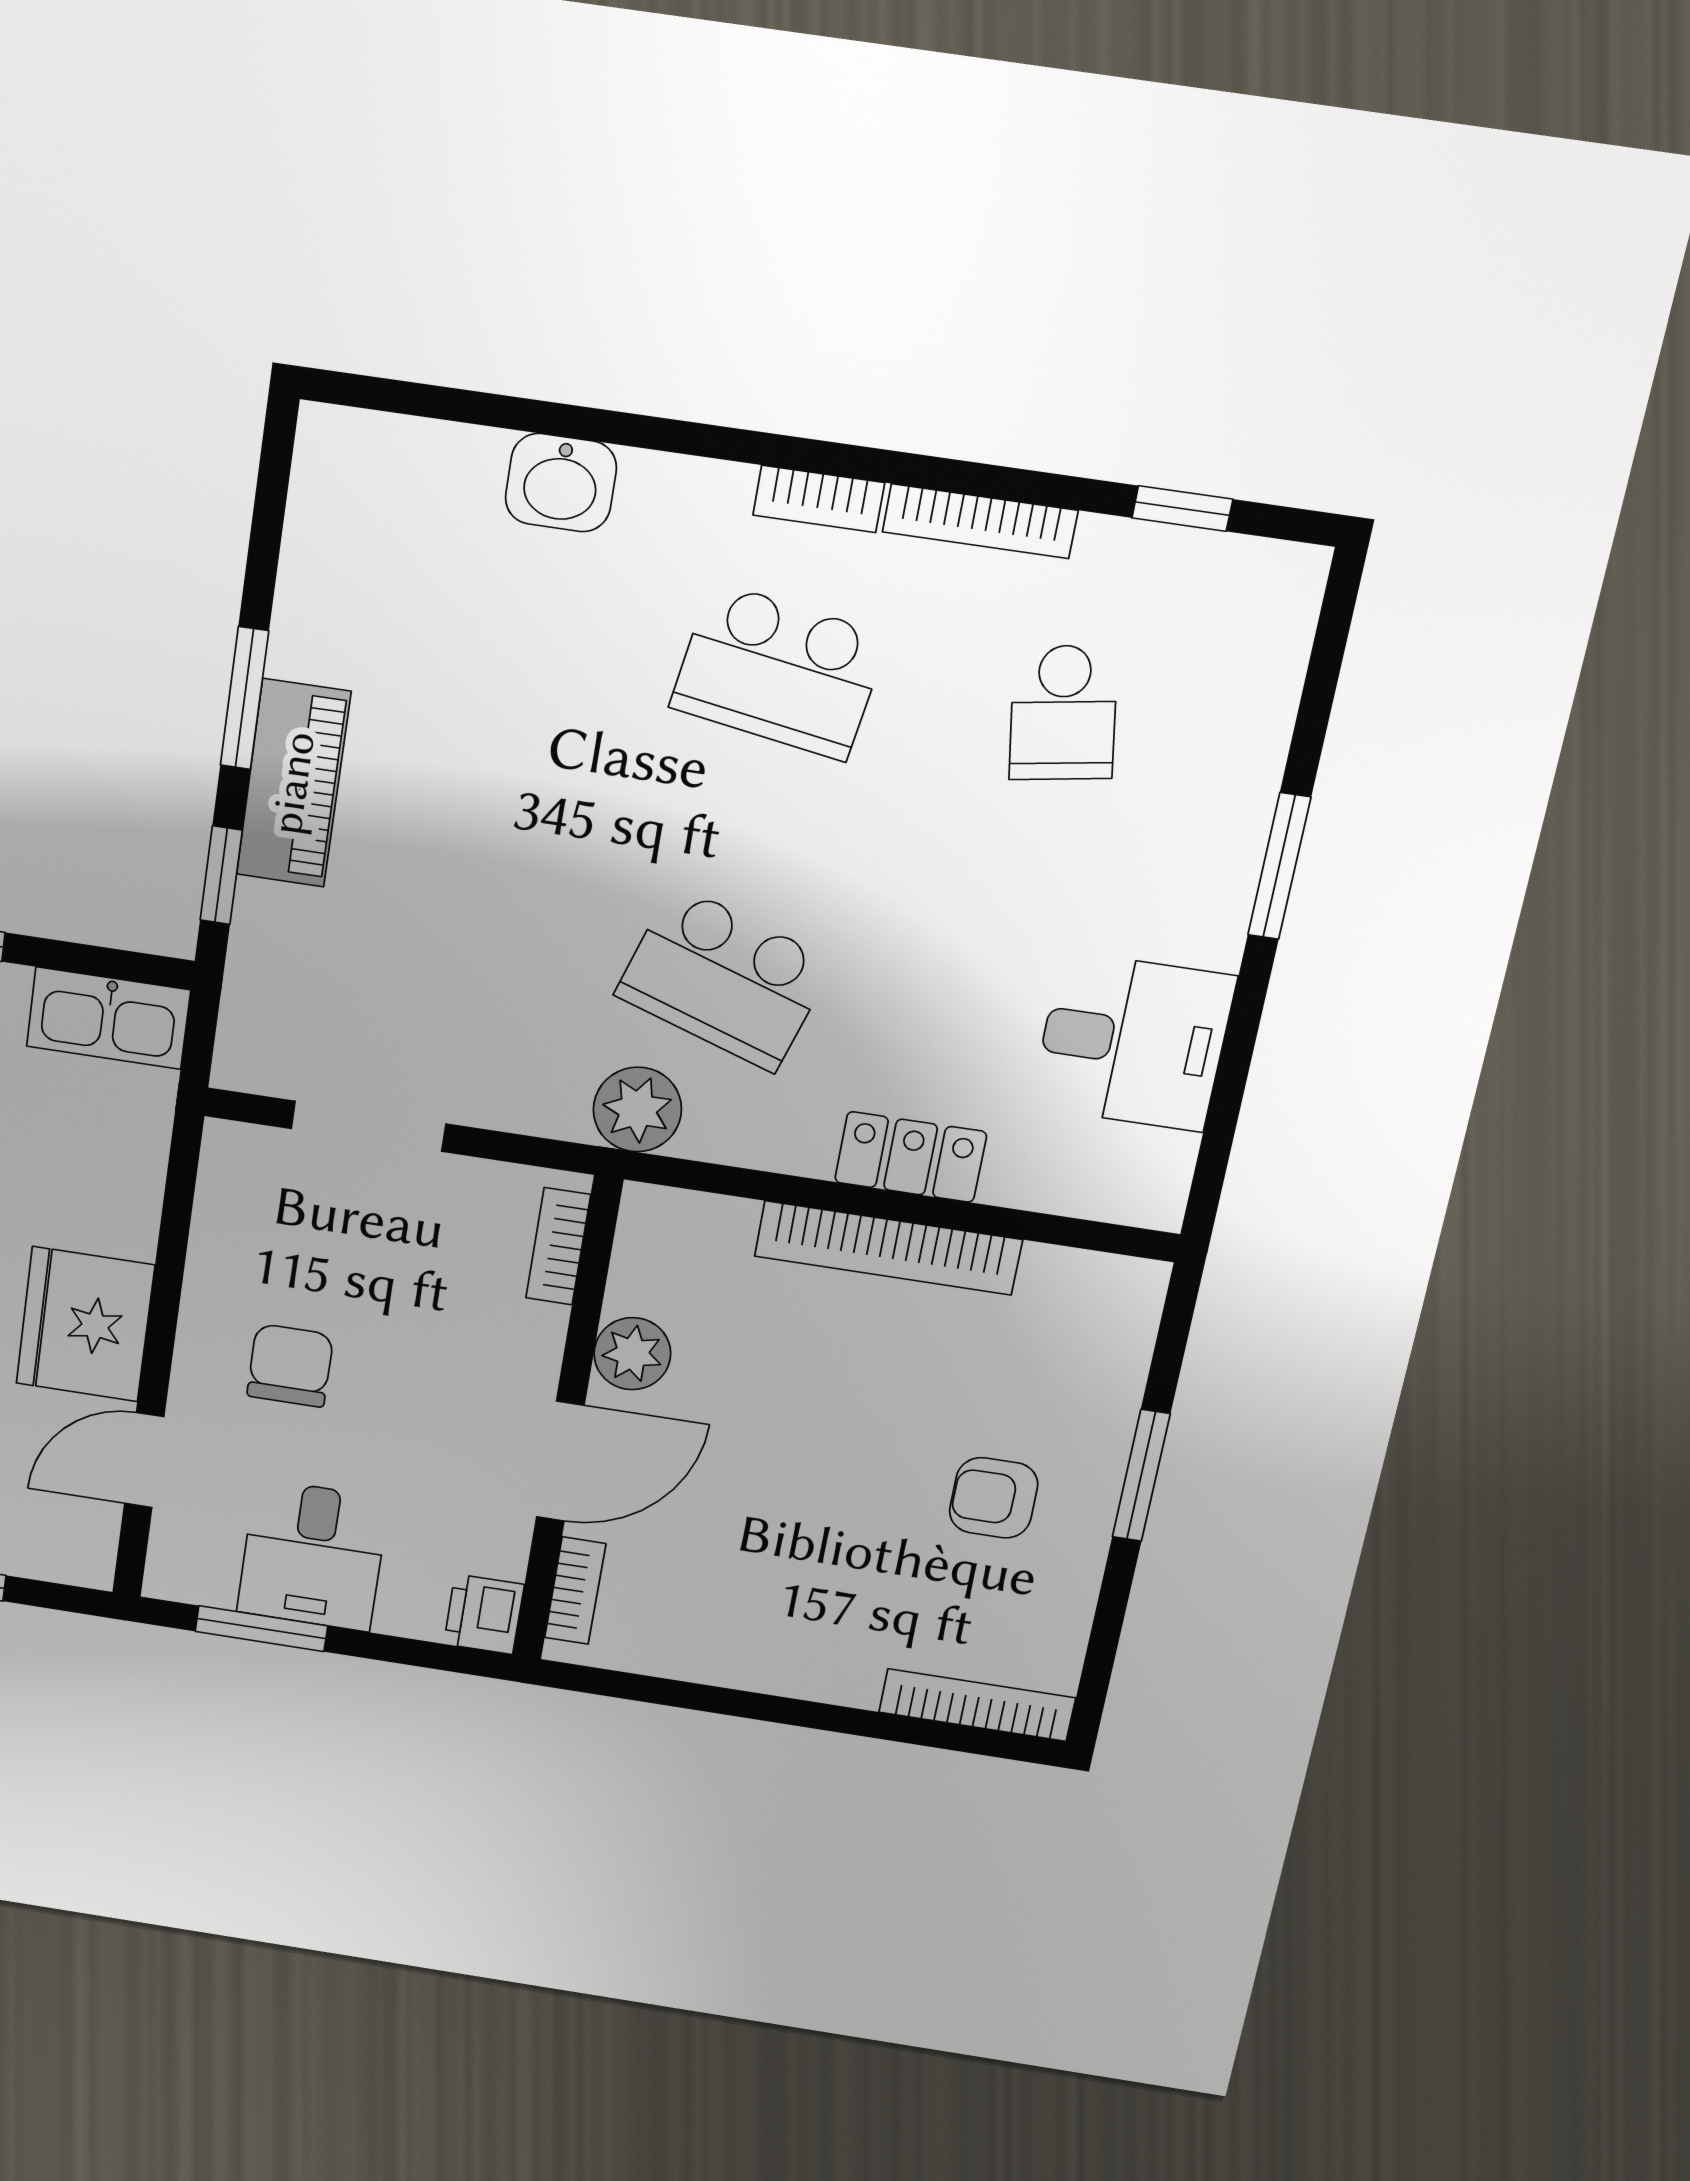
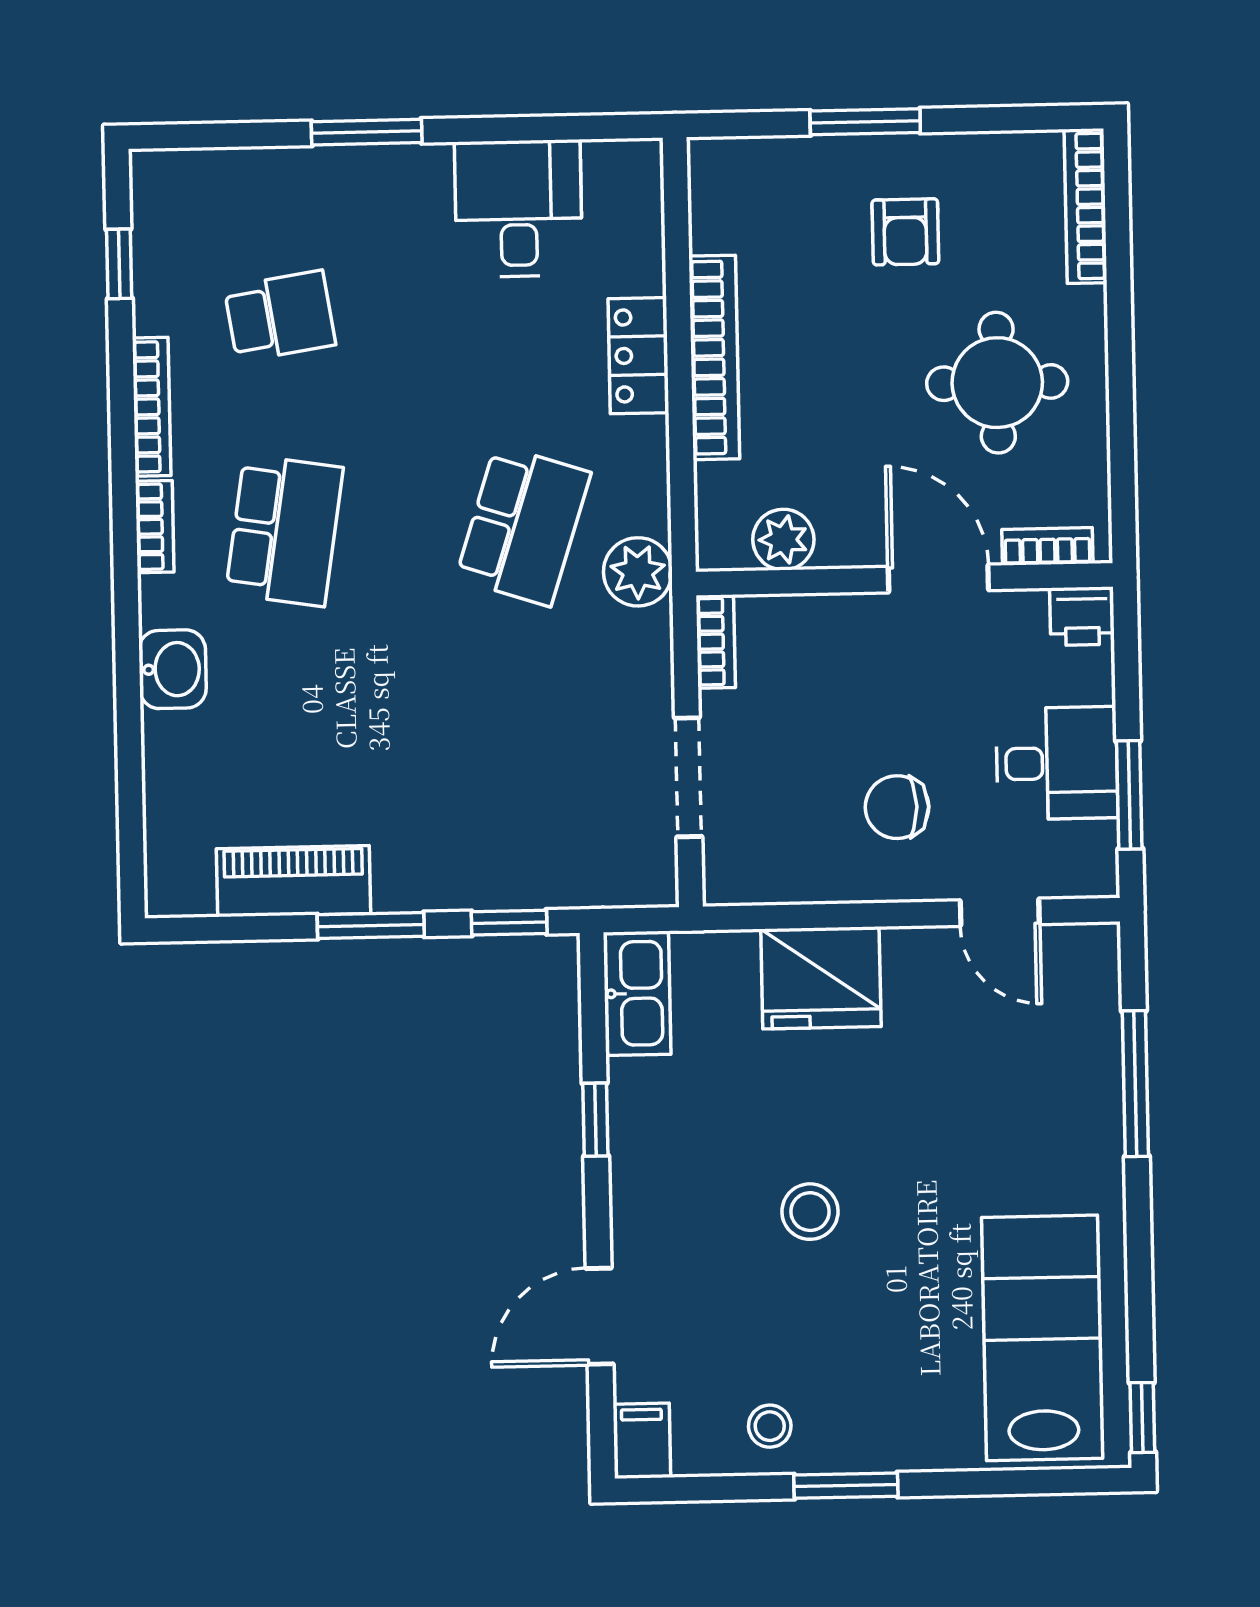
washbasin: (561, 483) -> (173, 669), moved
piano: (293, 783) -> (294, 881), moved
bookcase: (558, 1246) -> (716, 641), moved, turned -90
fridge: (85, 1324) -> (821, 978), moved
plant: (632, 1354) -> (783, 540), moved
round table: (785, 1569) -> (997, 383), added

